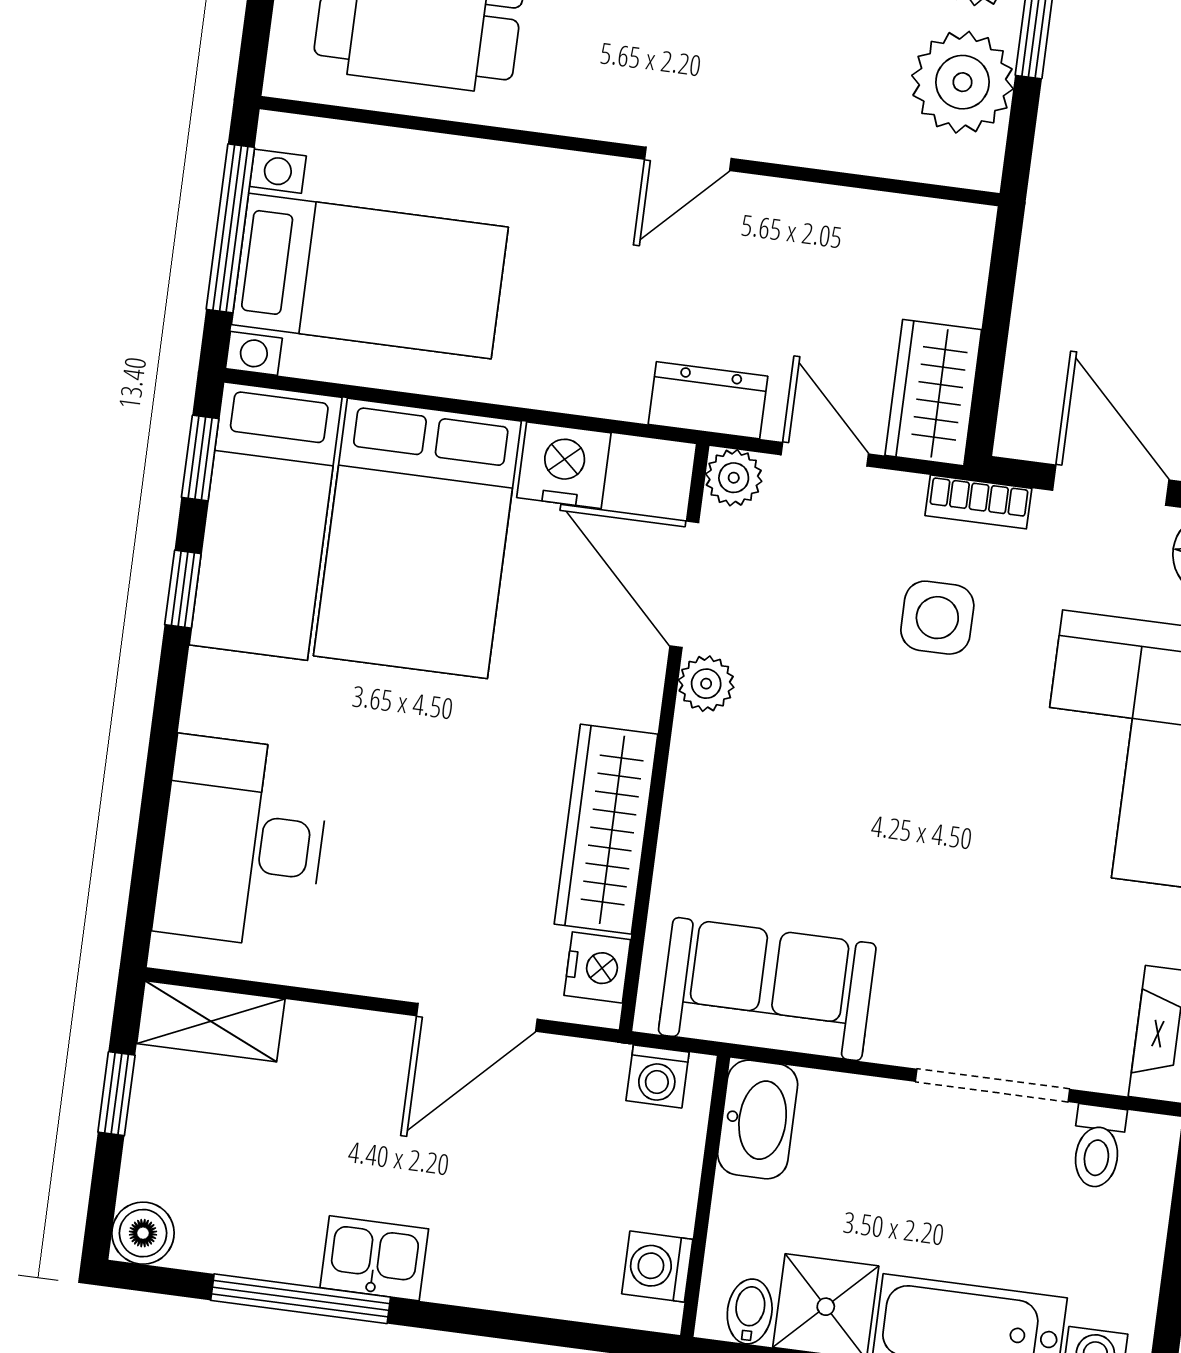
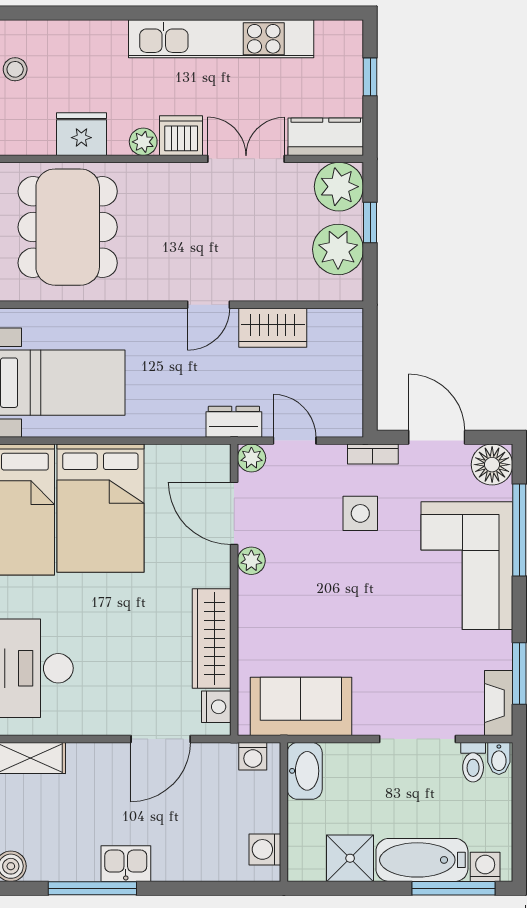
wardrobe: (933, 393) -> (273, 328), moved, turned -90
nightstand: (564, 465) -> (167, 463), removed
bidet: (750, 1311) -> (499, 758), moved, turned 180

